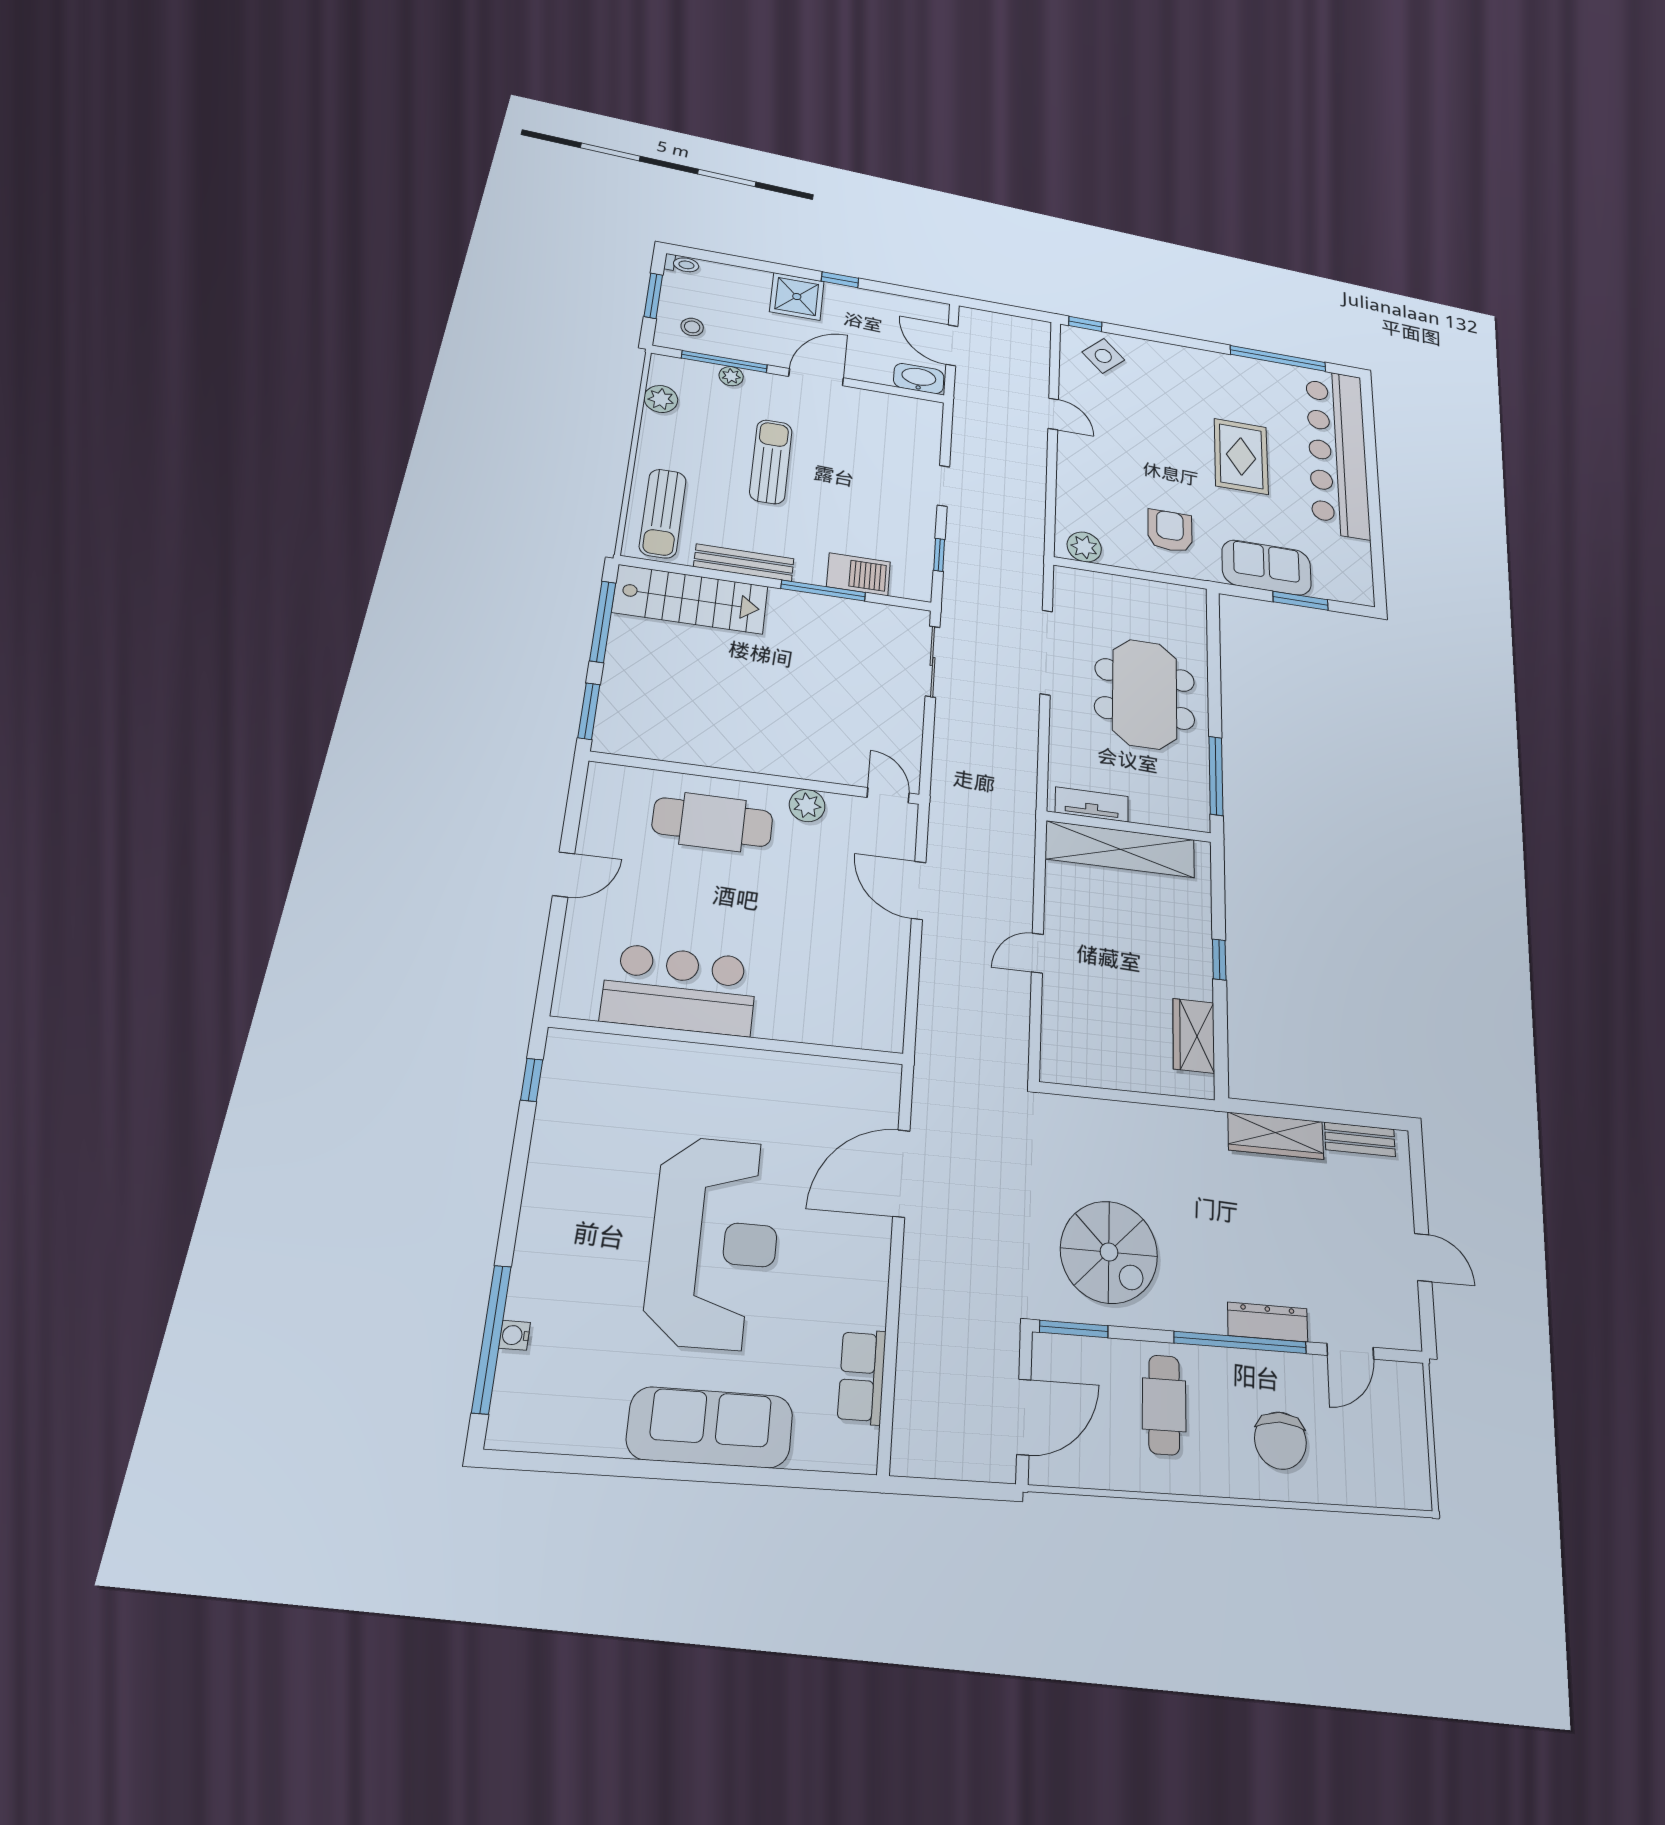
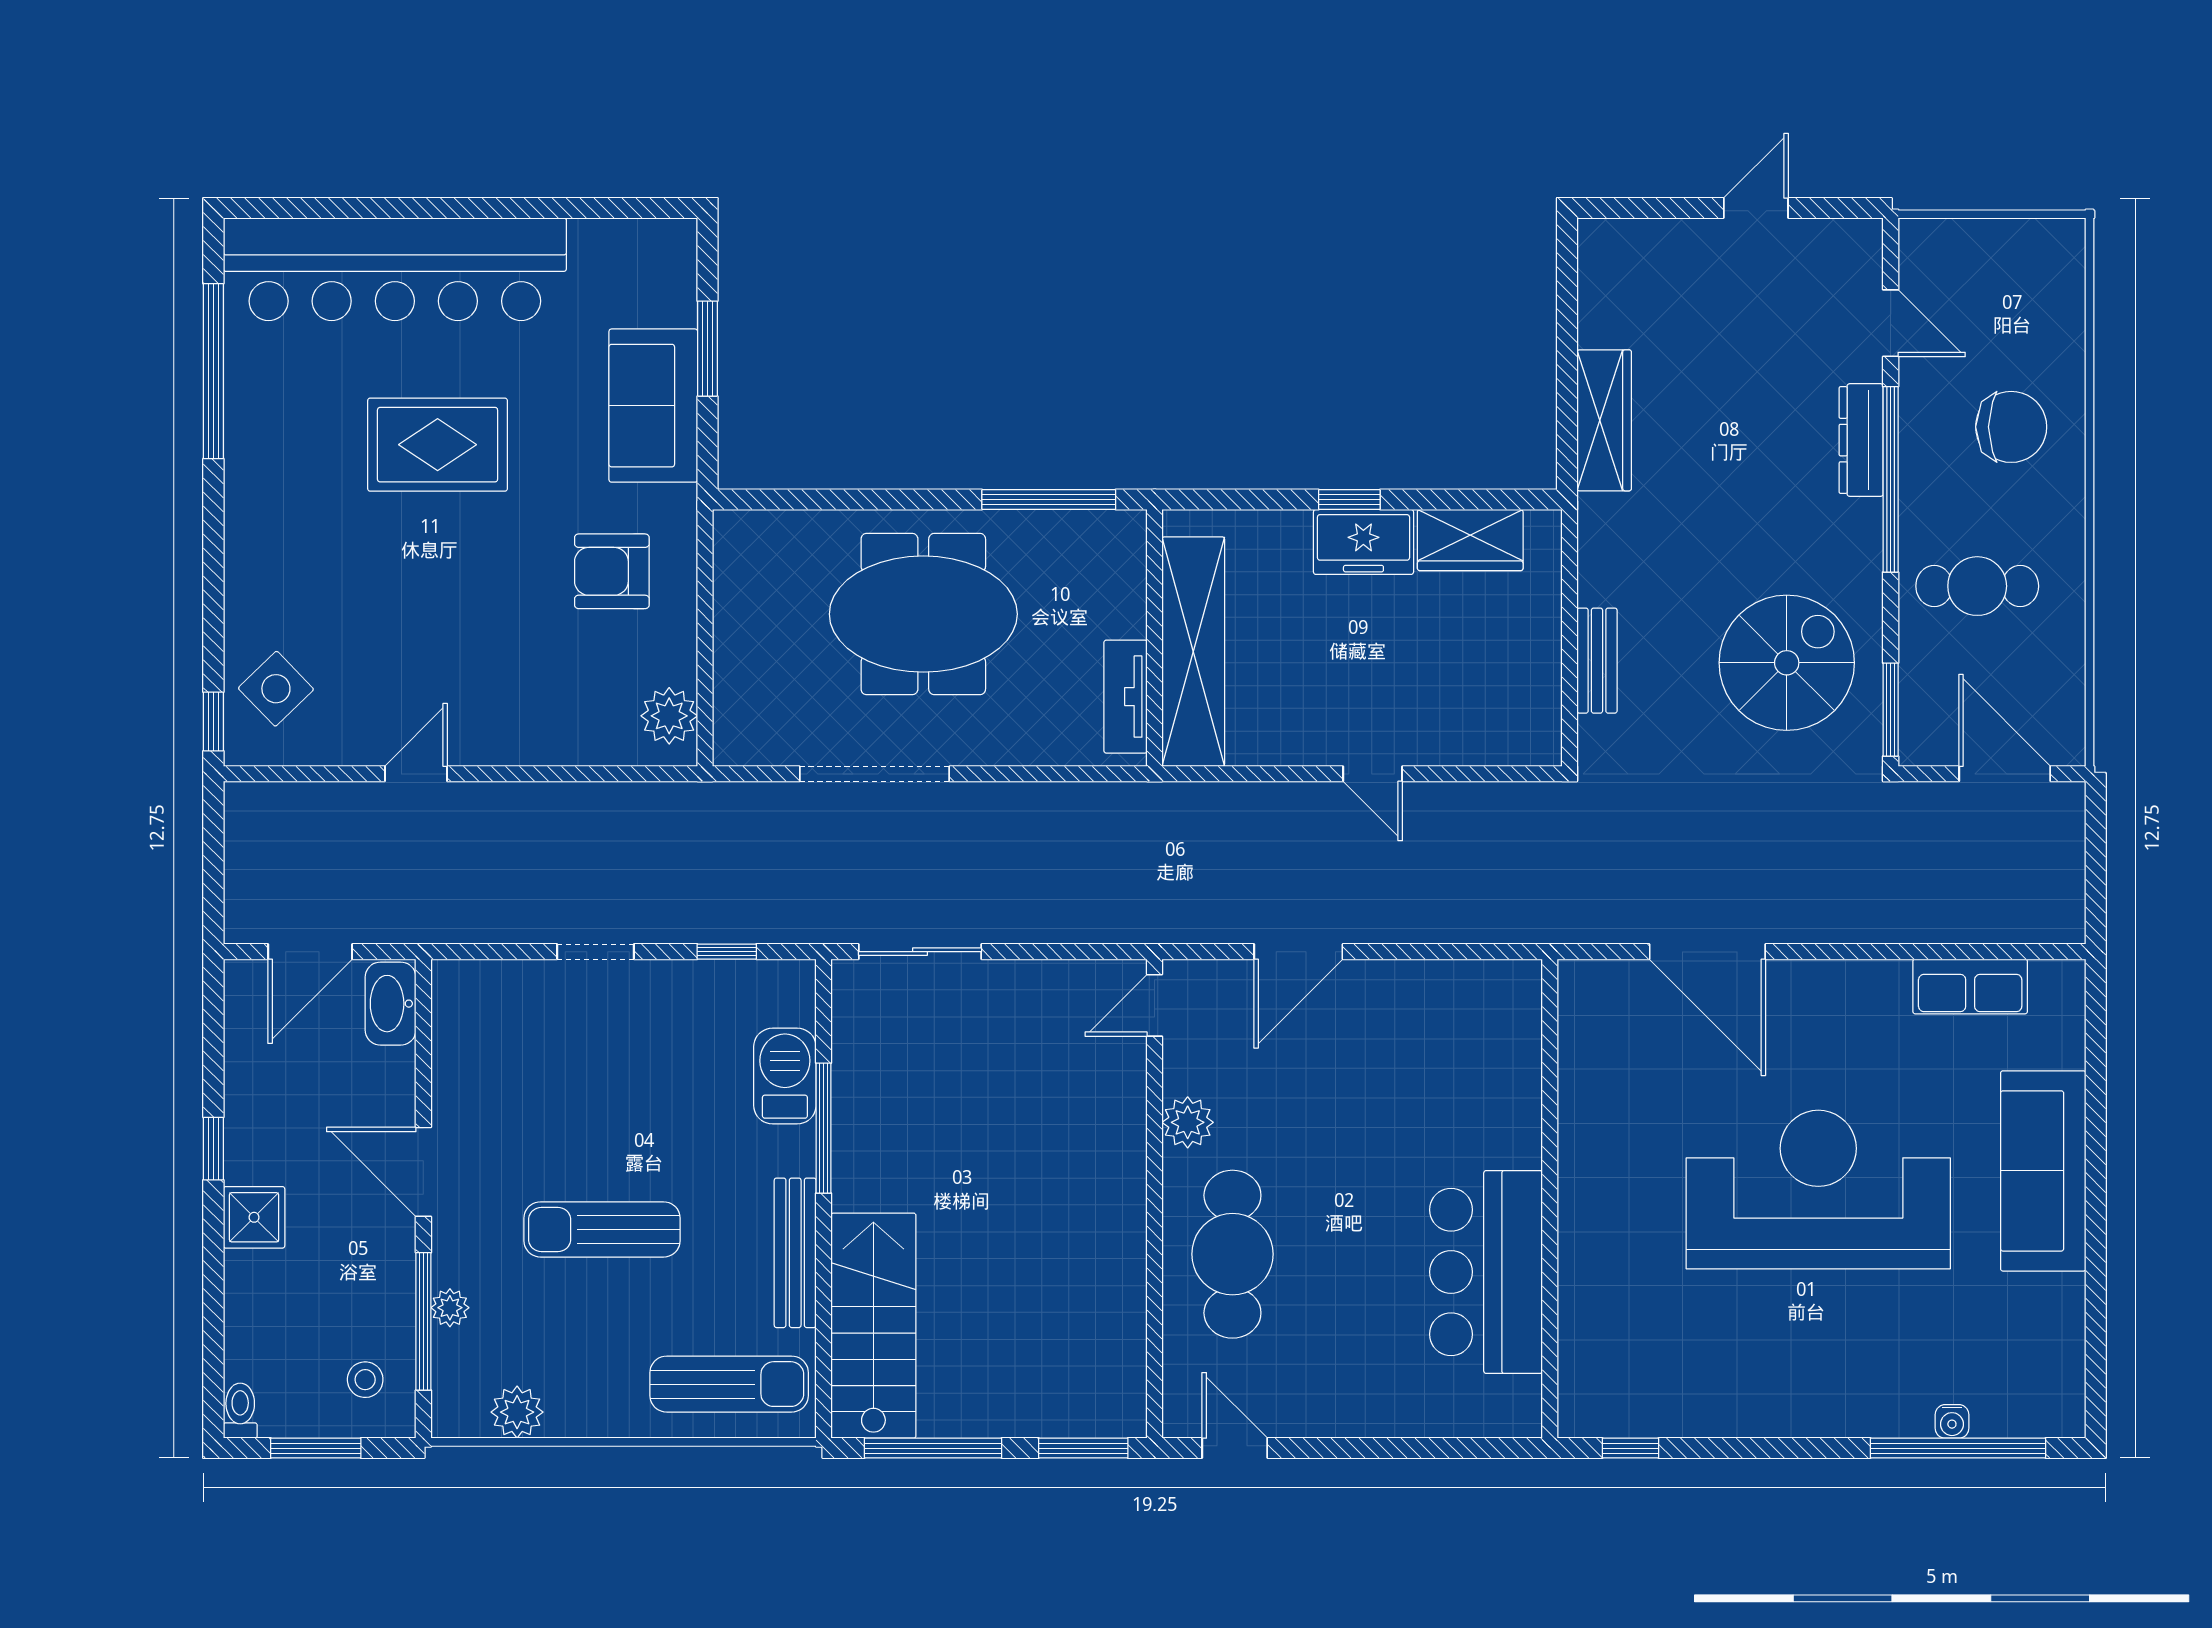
shower: (797, 297) -> (254, 1217), width x0.73, depth x0.73
door: (564, 874) -> (1235, 1448), moved
freezer: (1192, 965) -> (1363, 542), added
bench: (1360, 1139) -> (1597, 661), moved

